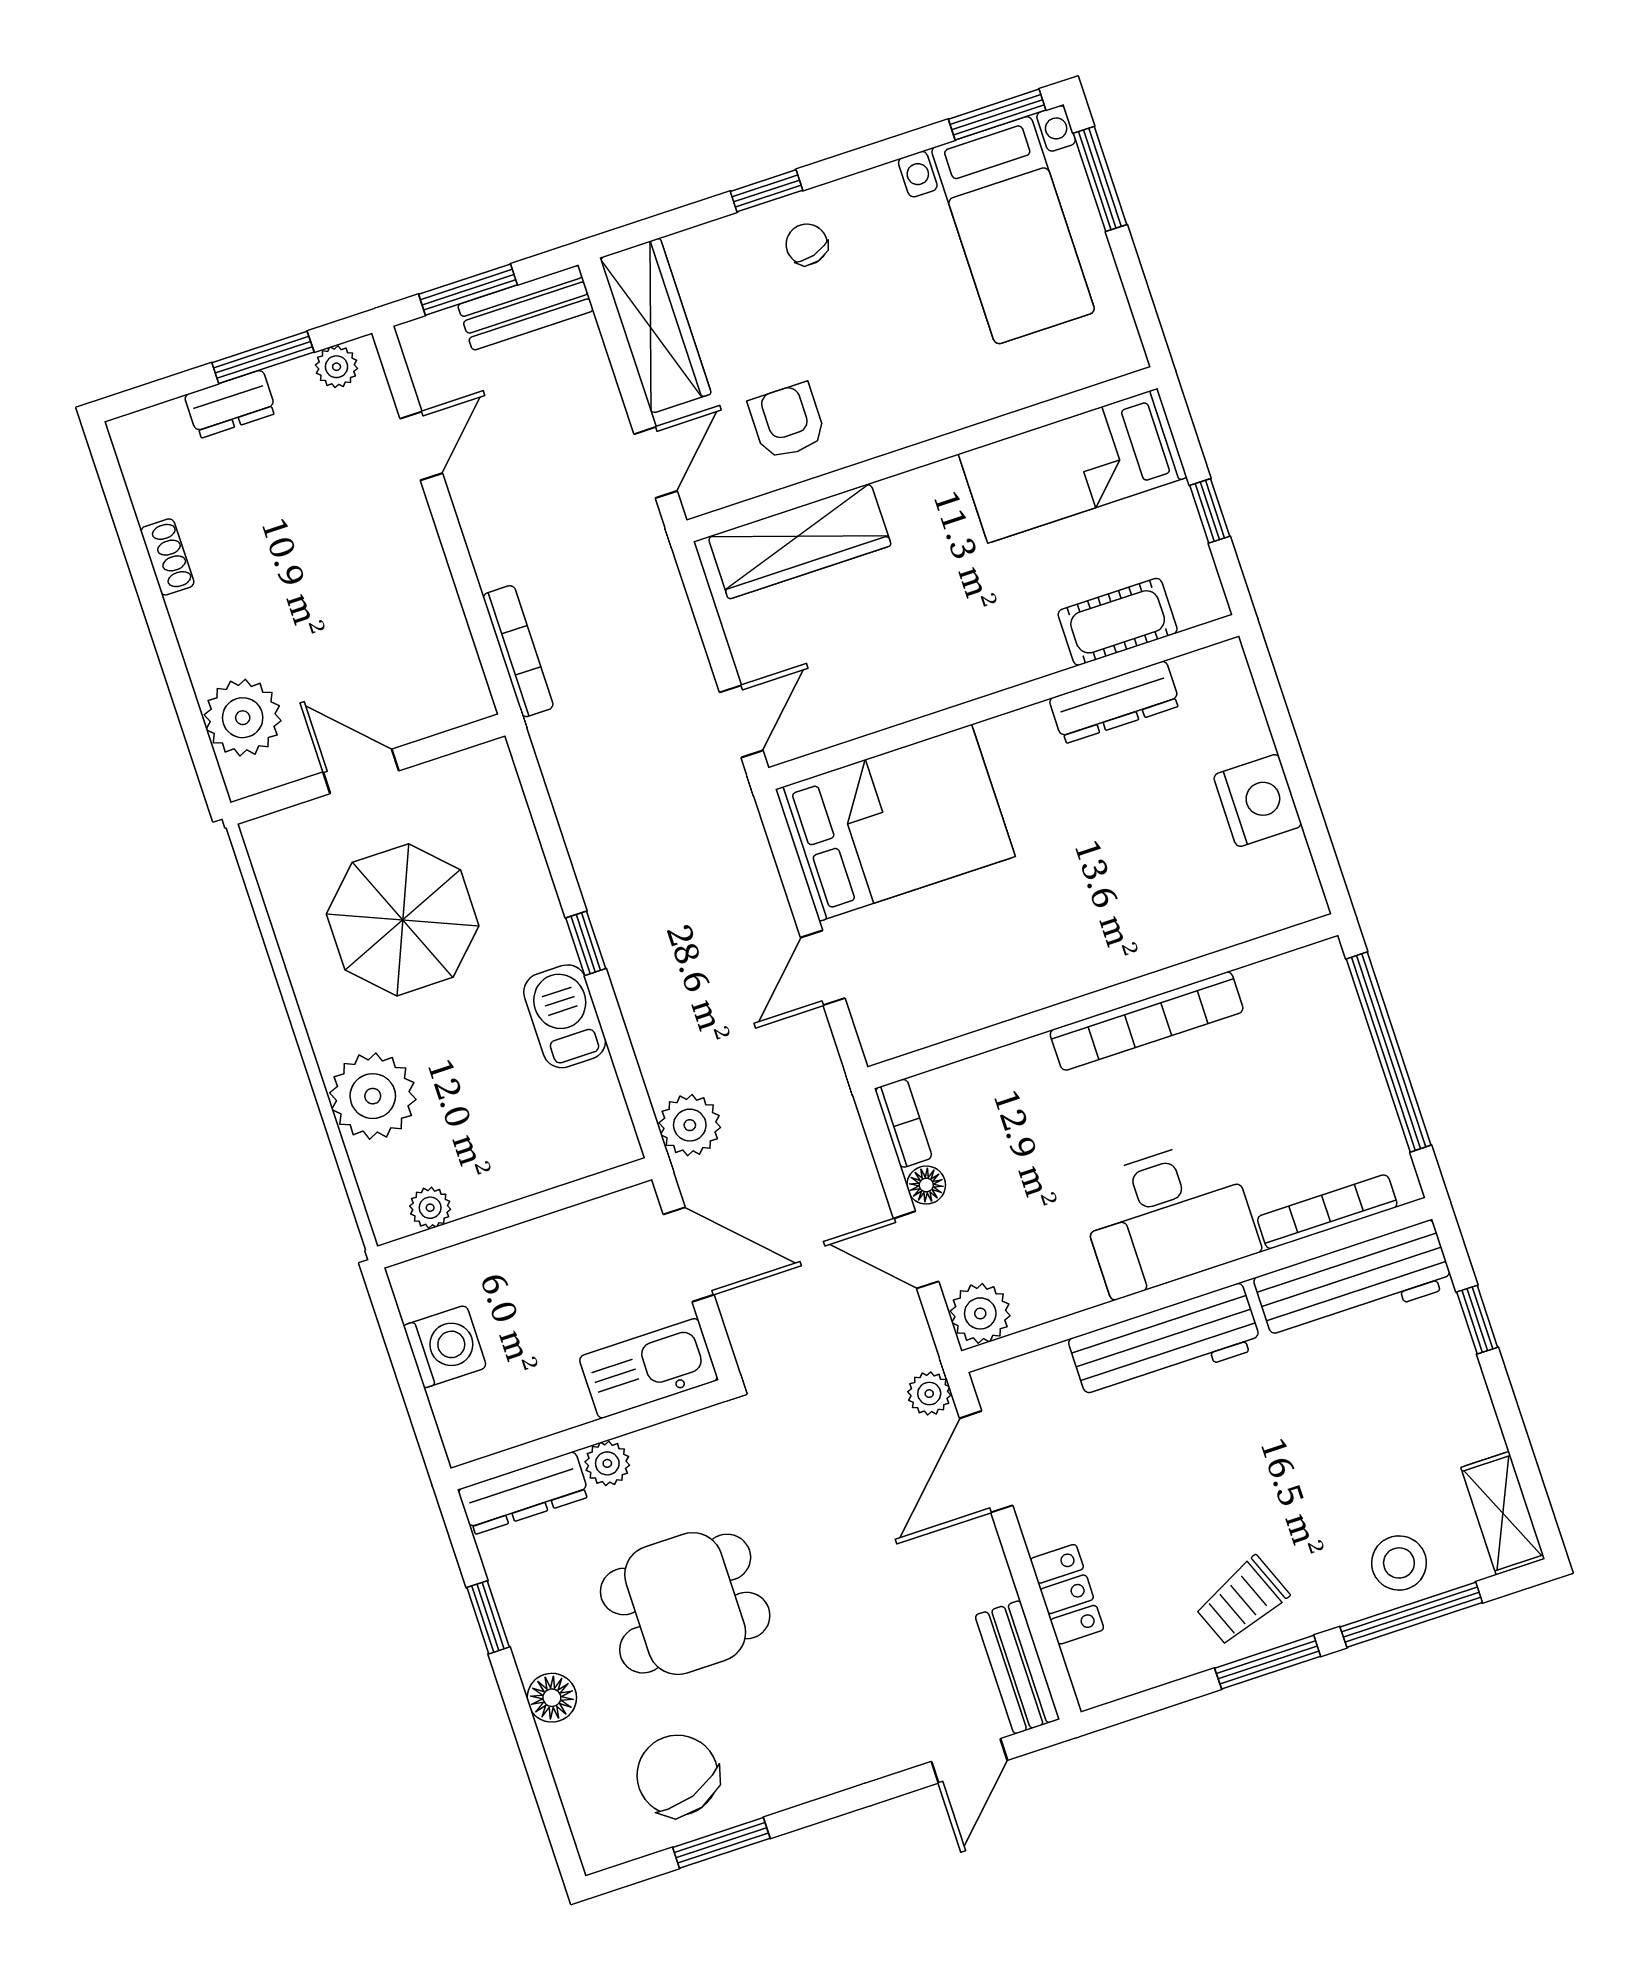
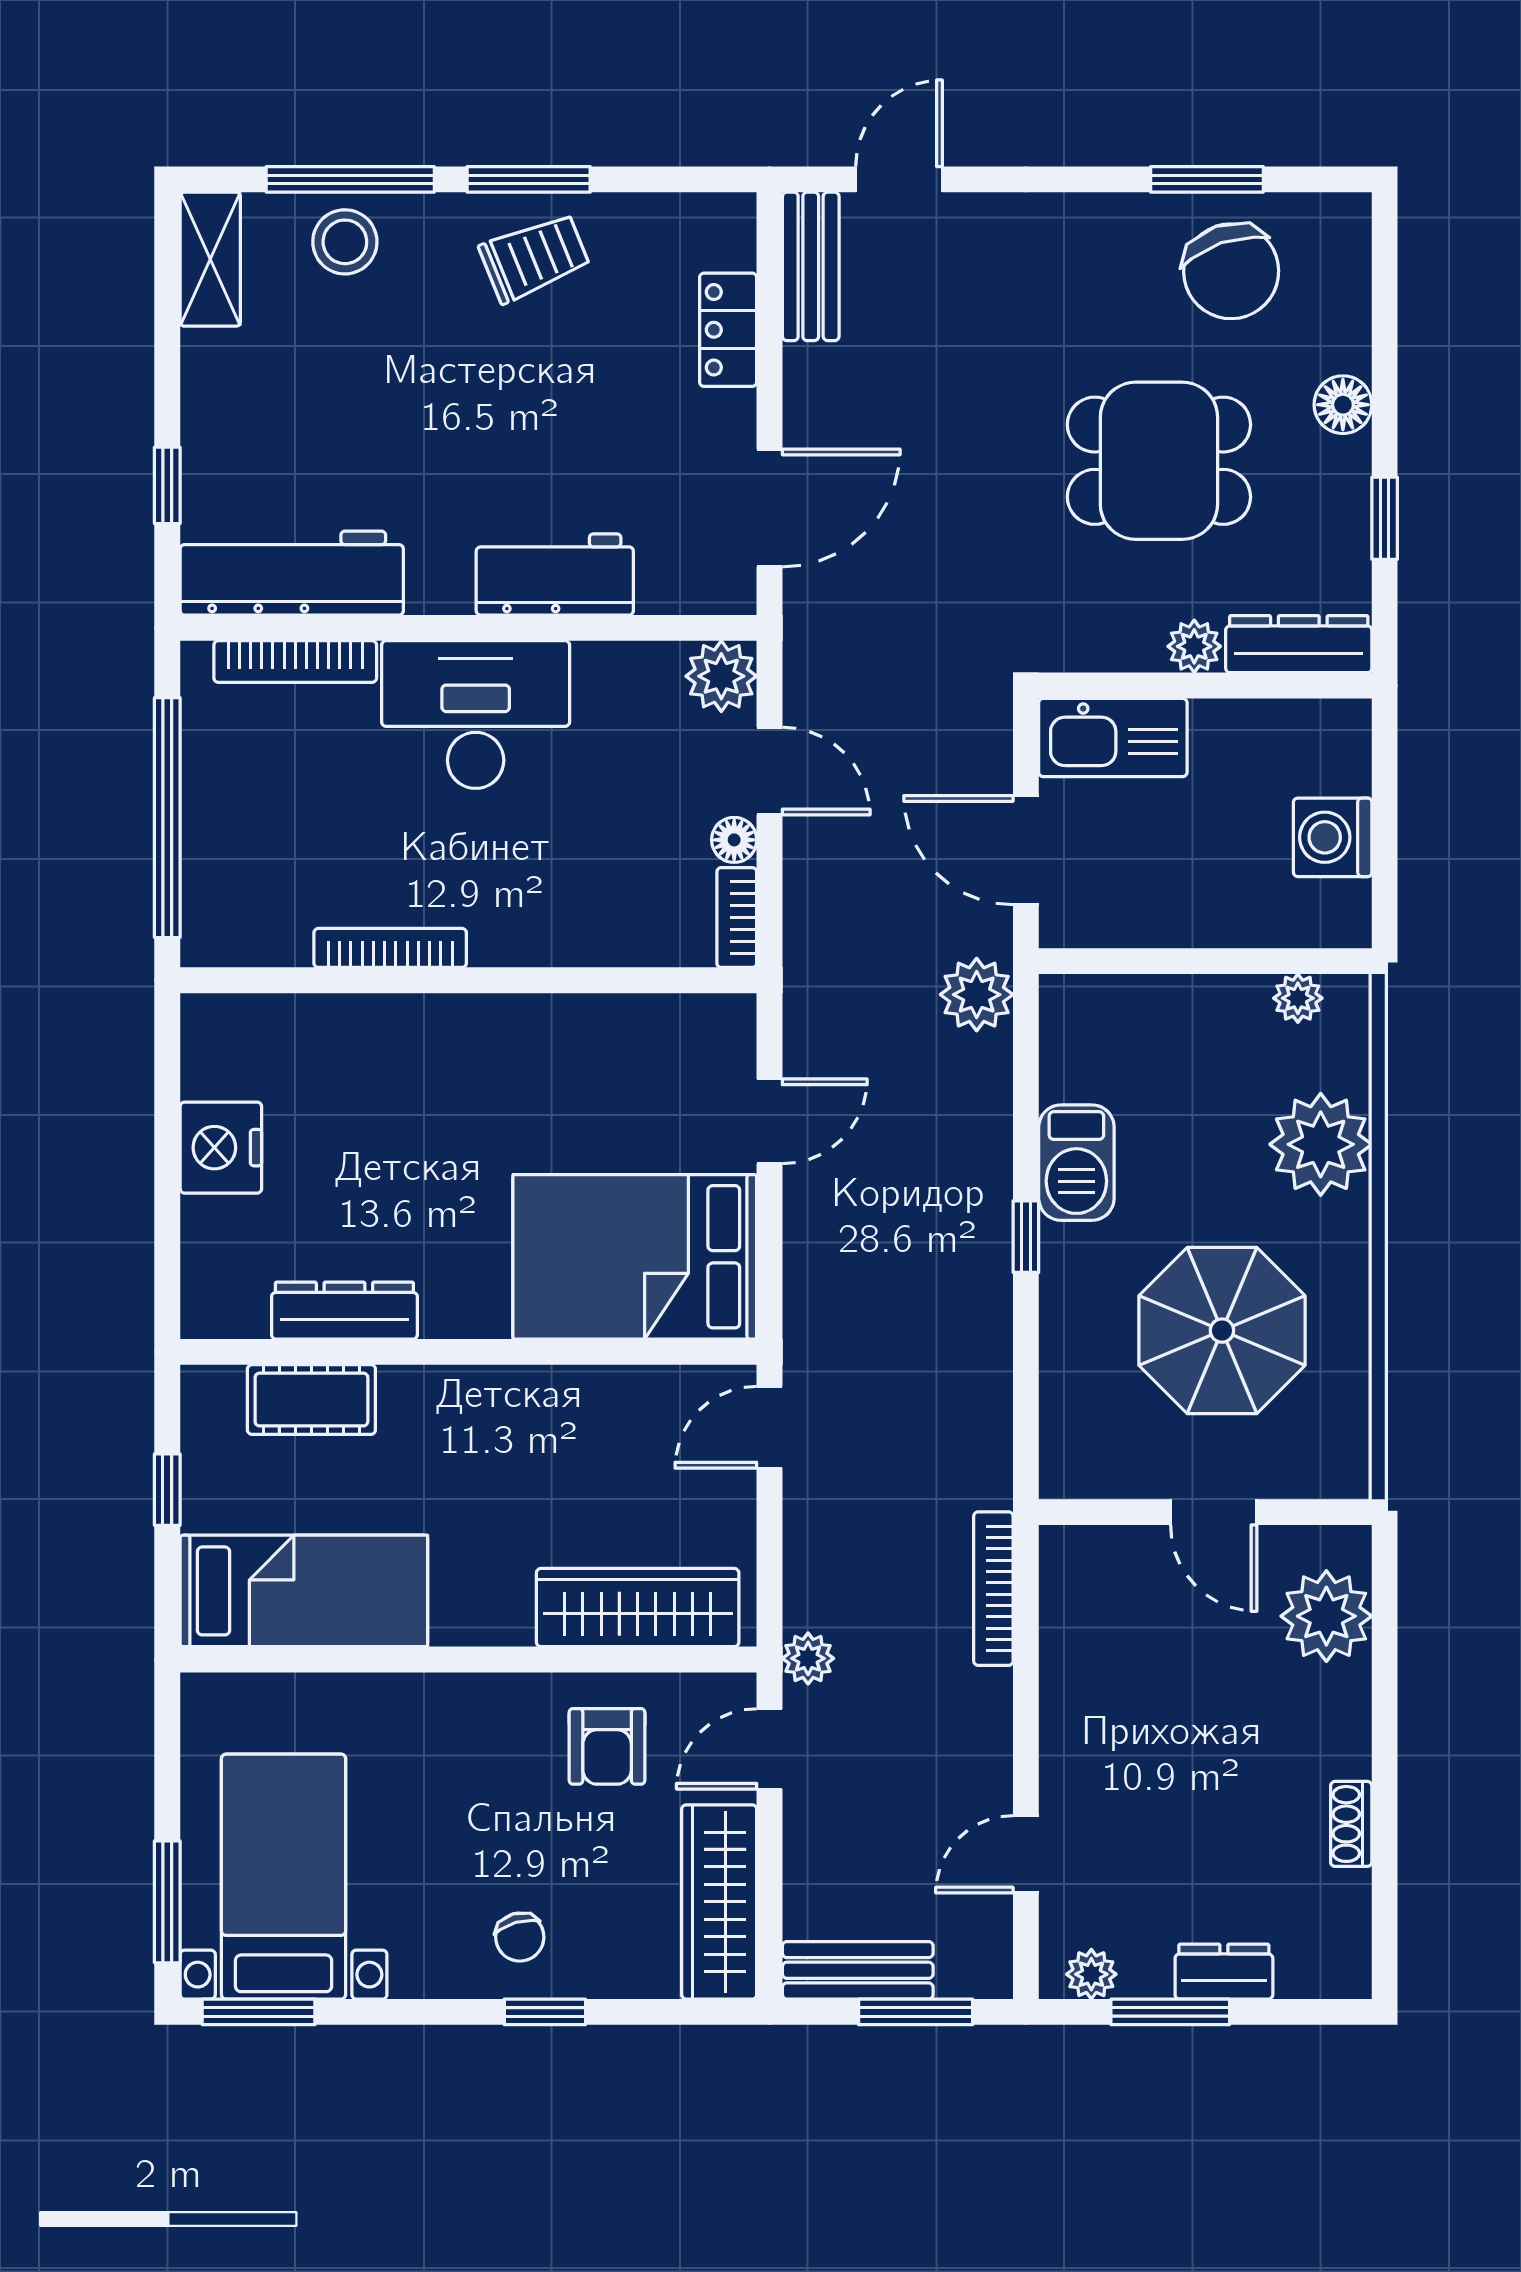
bookcase: (1147, 1021) -> (390, 948), width x0.68, depth x0.76
workbench: (1165, 1343) -> (555, 574), width x0.73
plant: (929, 1394) -> (808, 1658), moved

